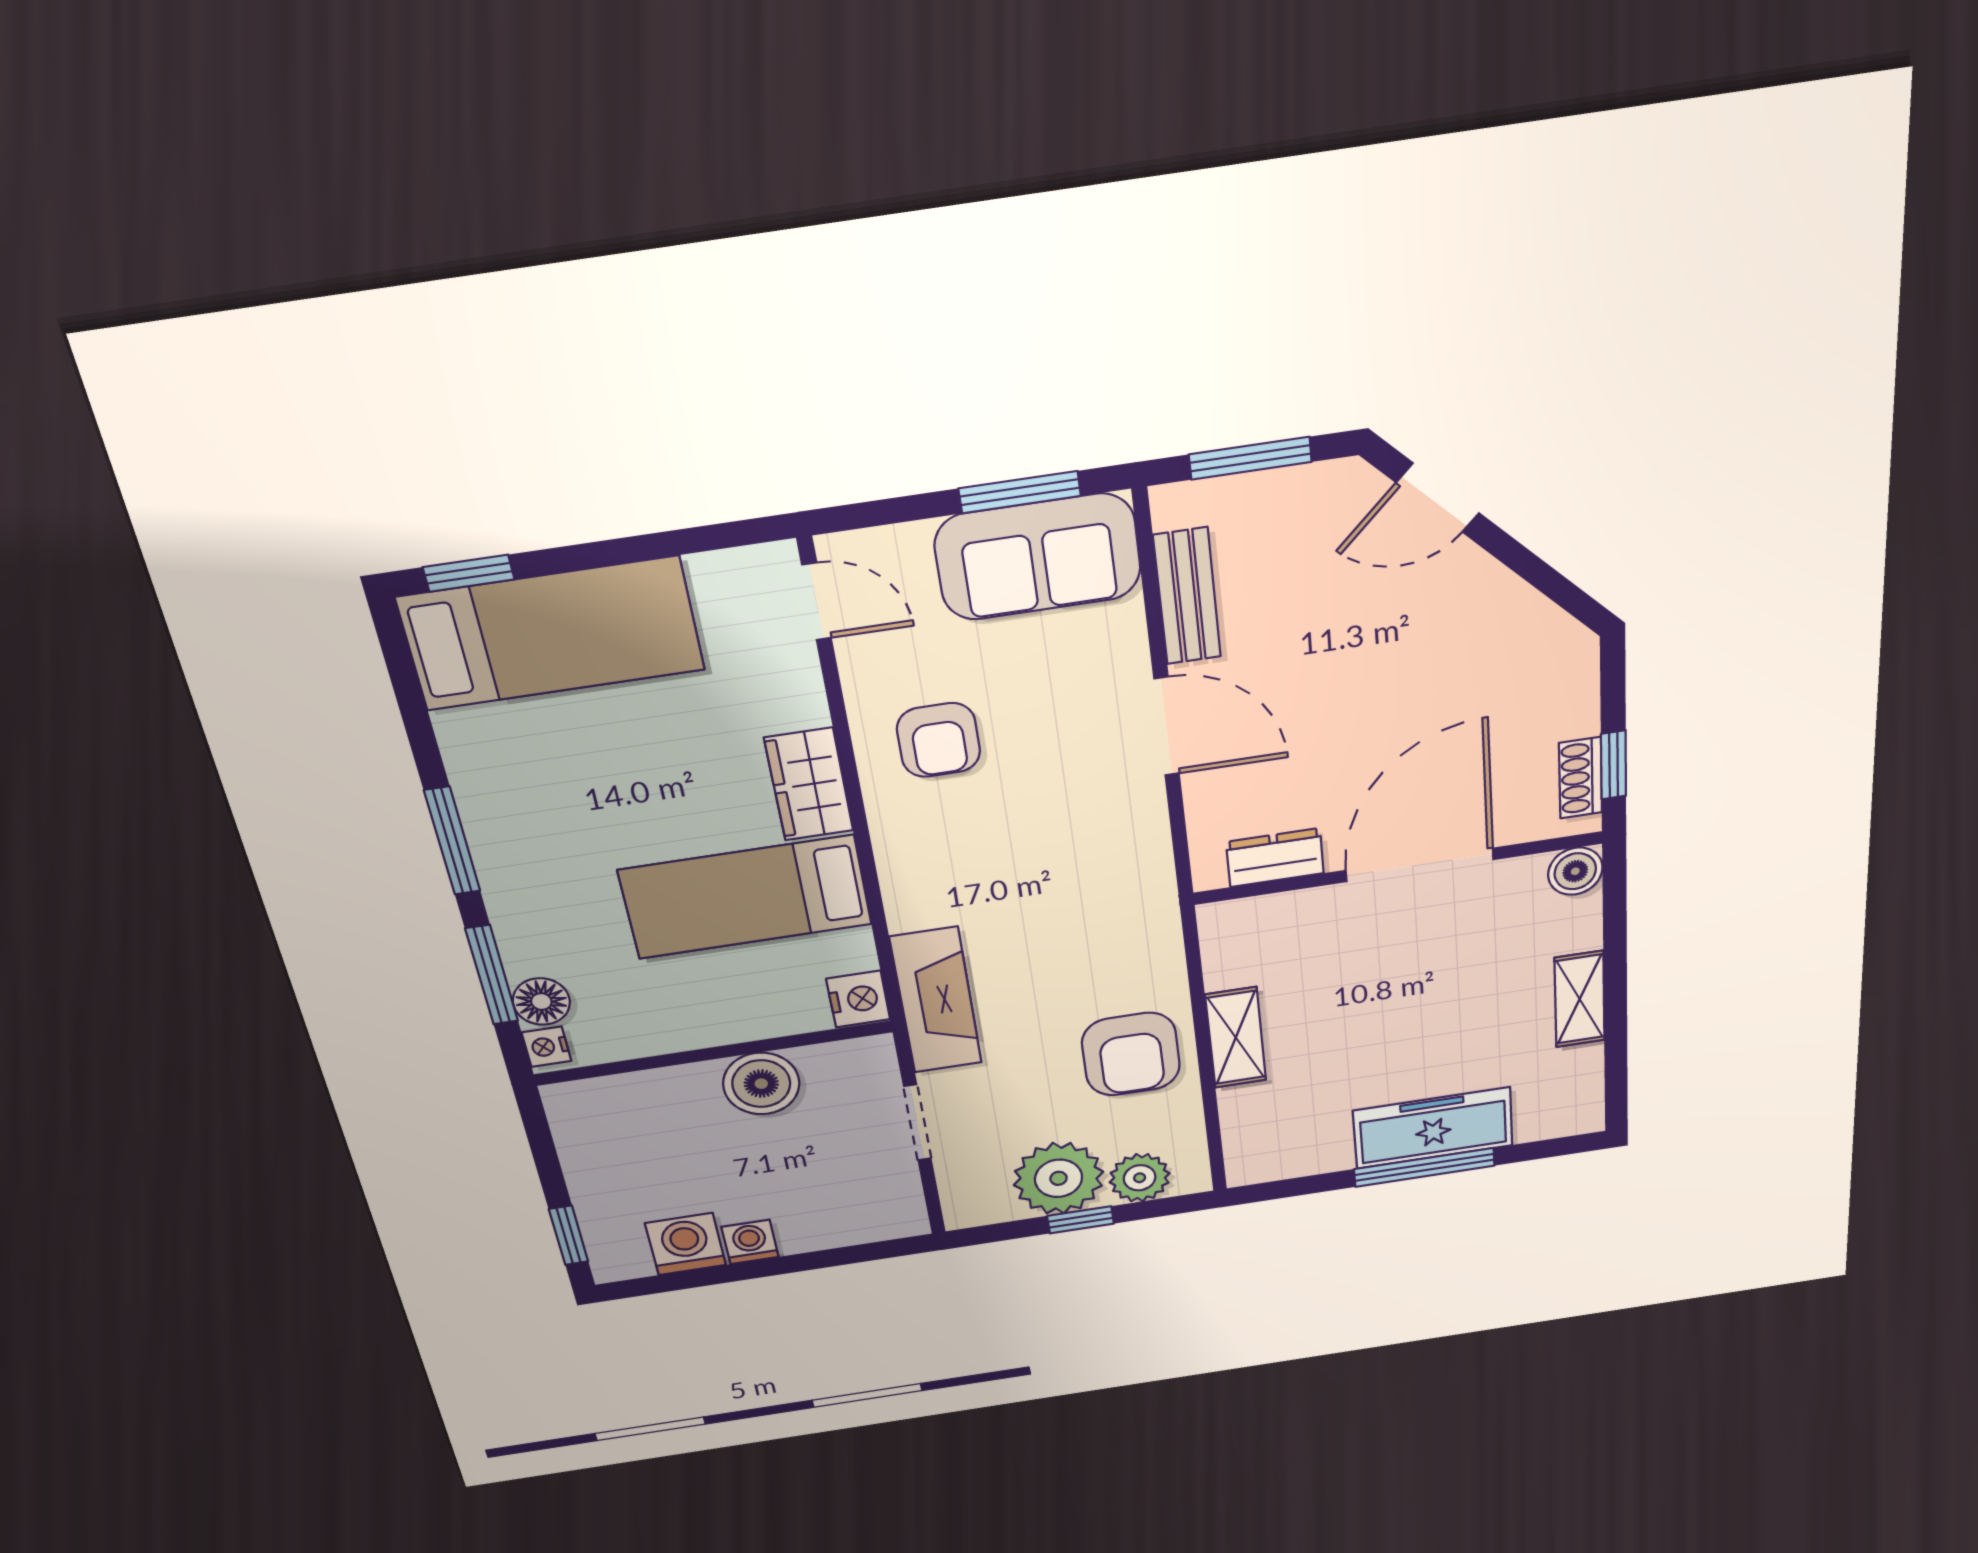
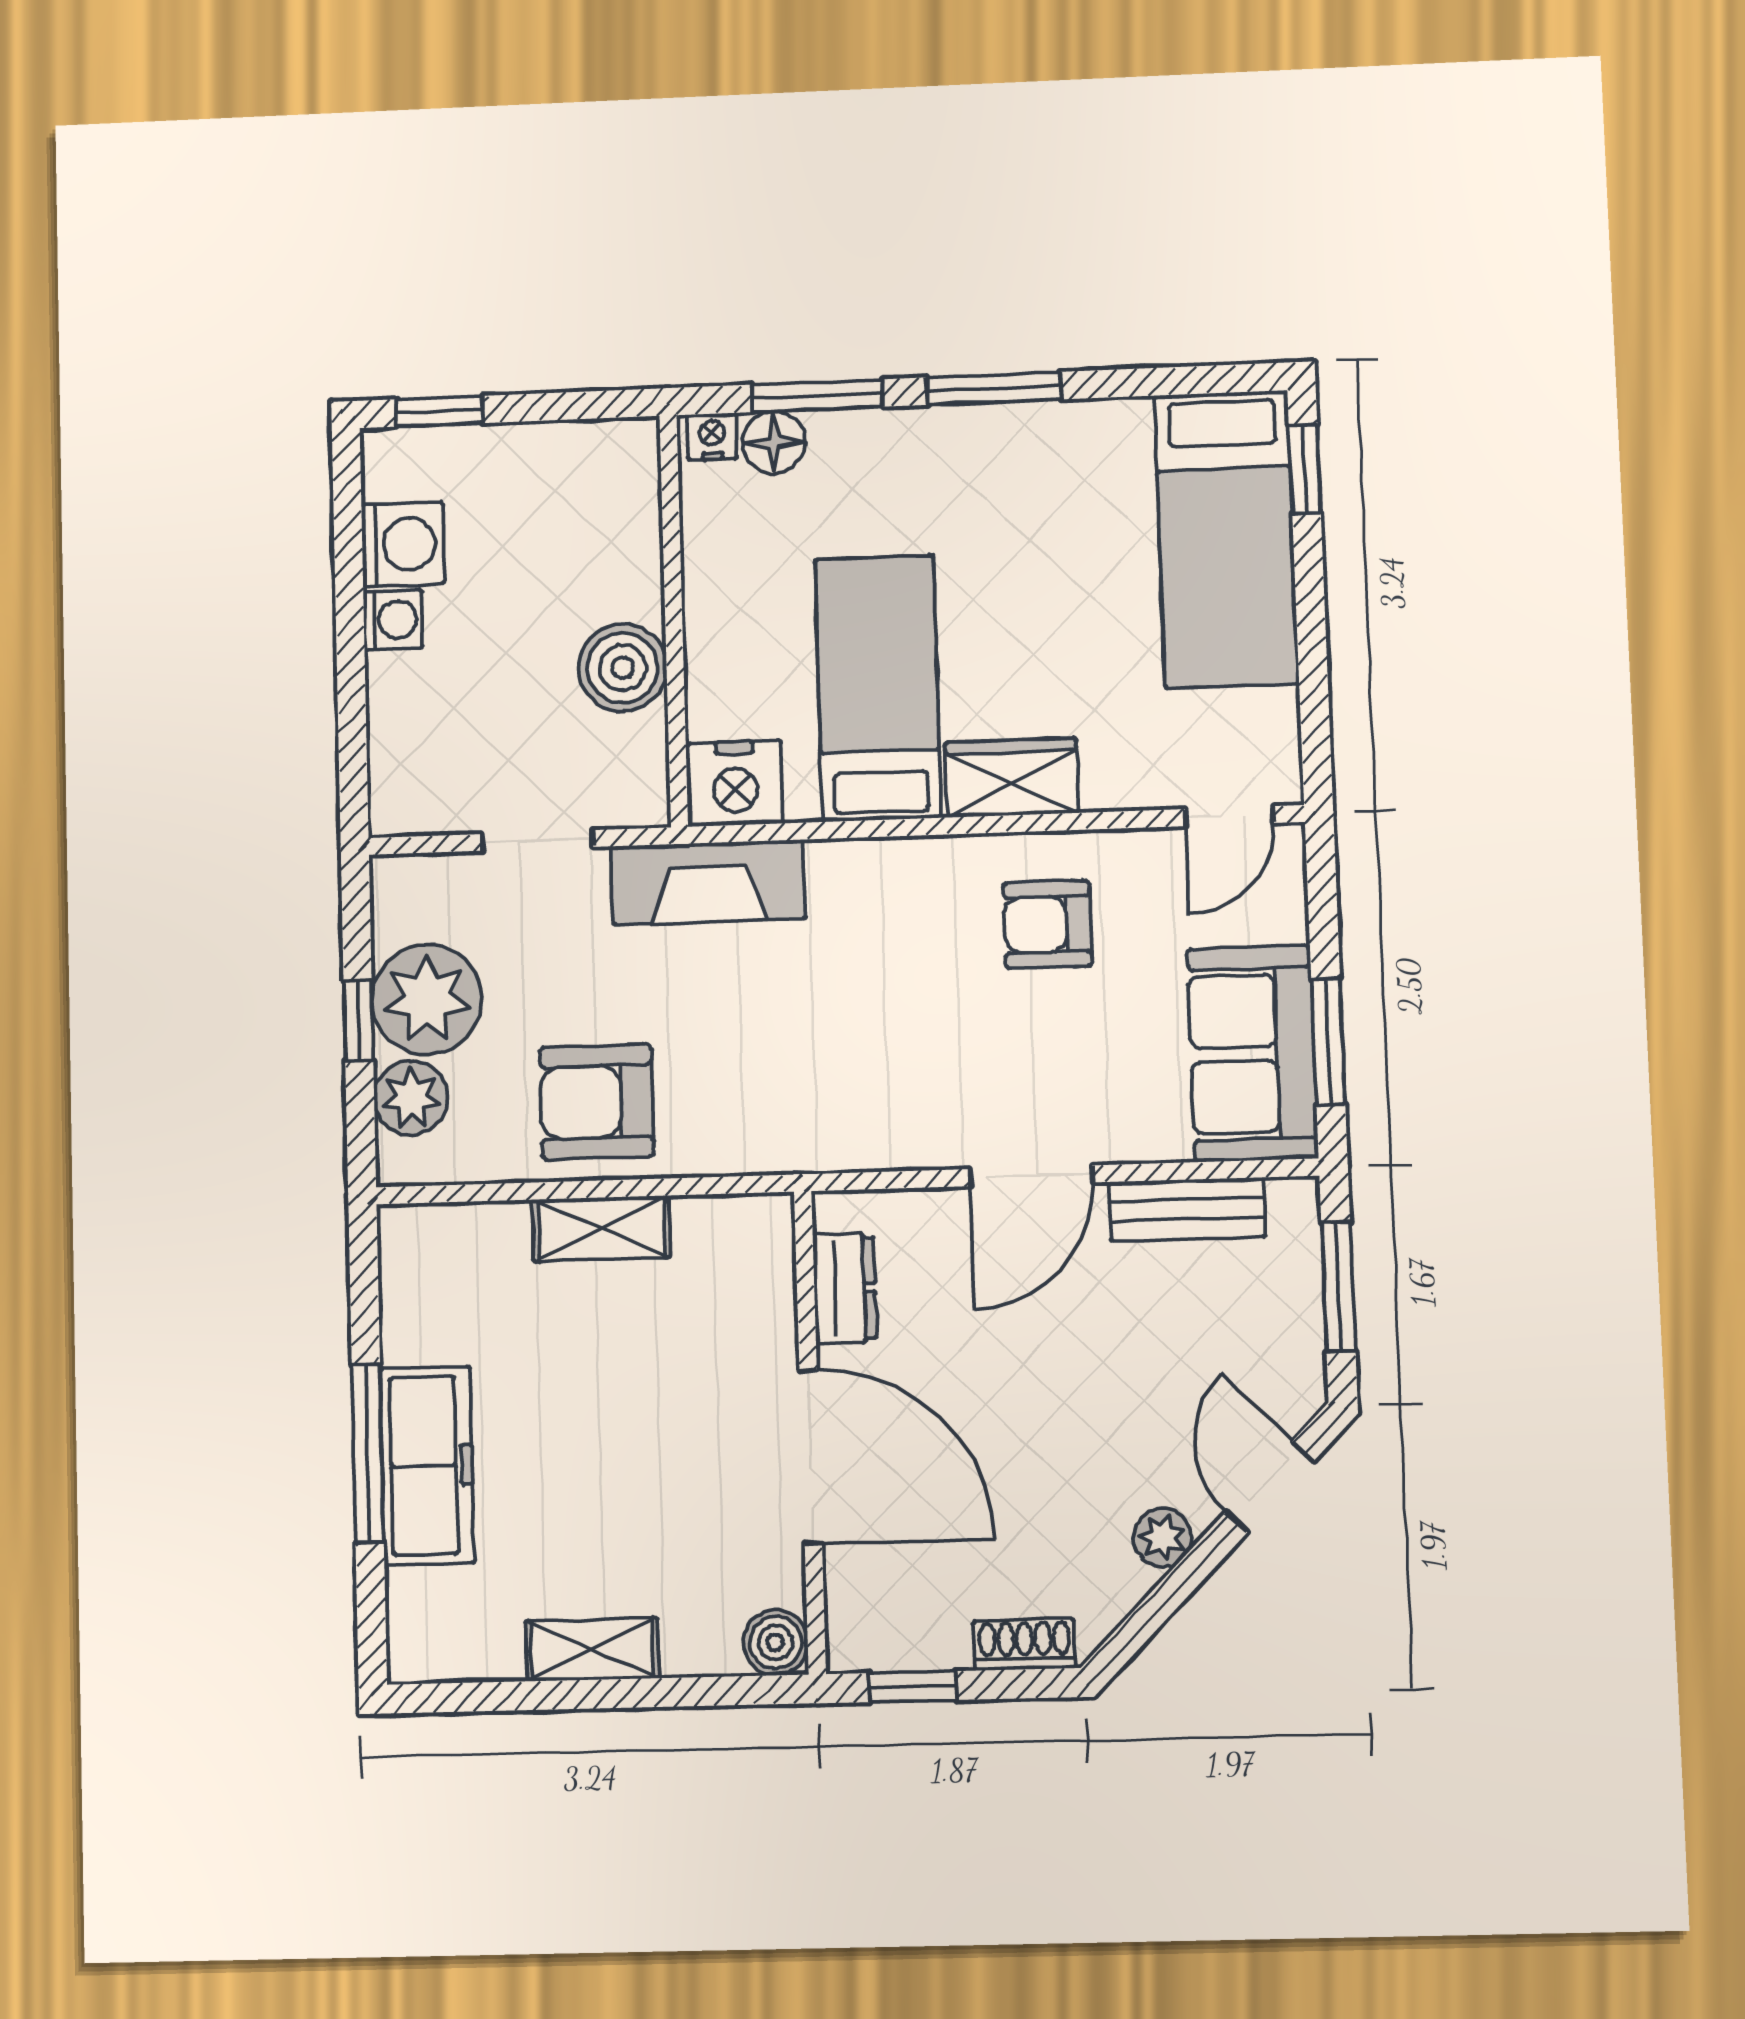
plant: (1485, 583) -> (1163, 1538), added
shoe rack: (1581, 778) -> (1025, 1645), moved
nightstand: (858, 999) -> (735, 783), width x1.36, depth x1.33

